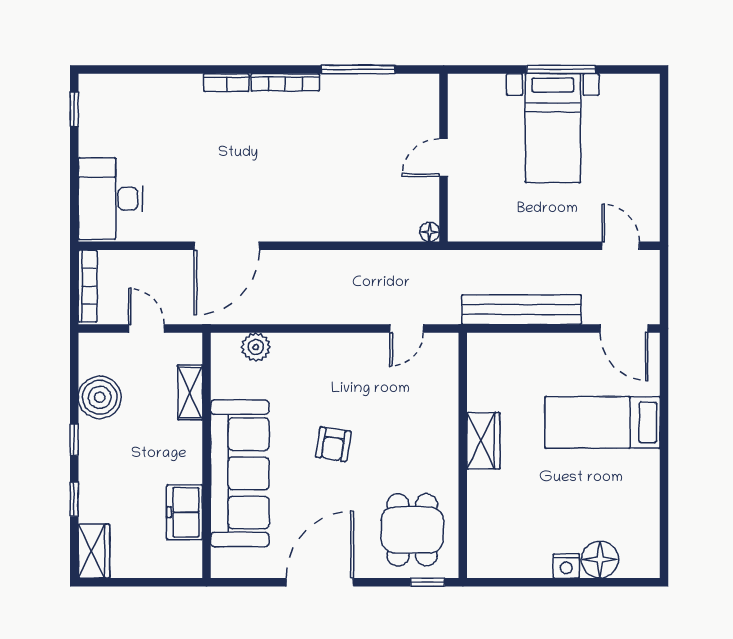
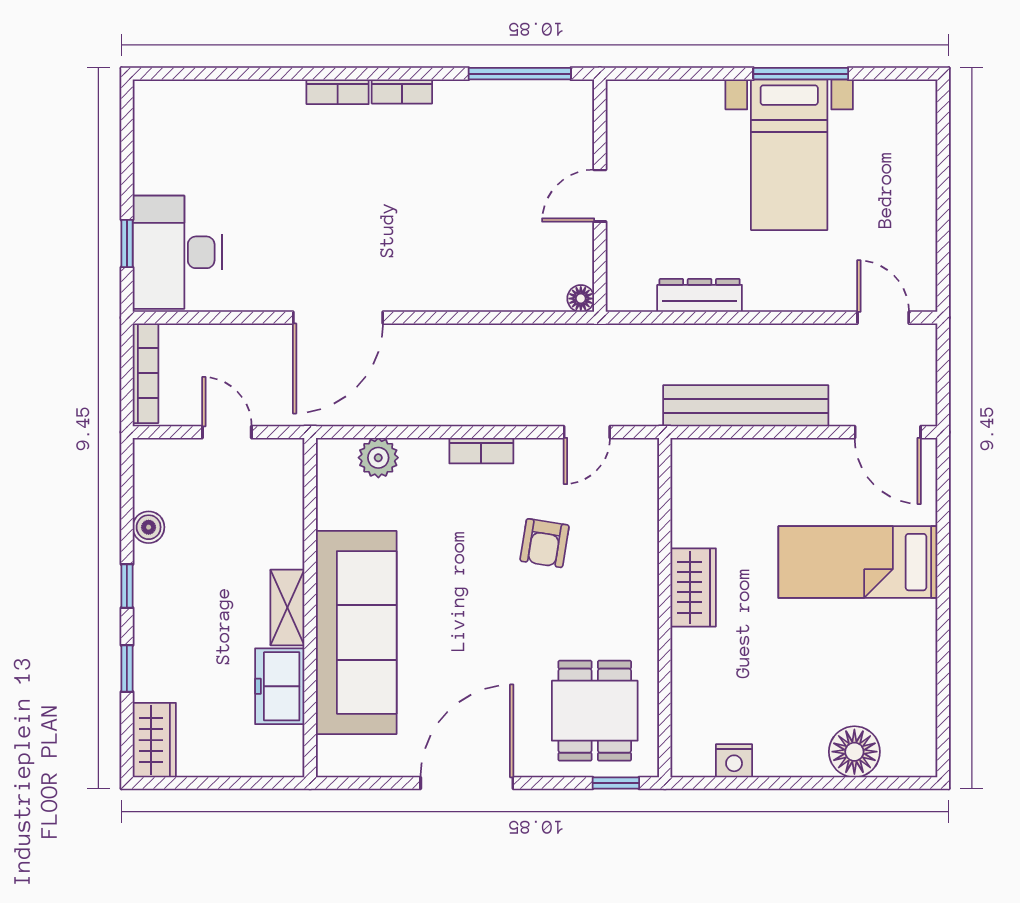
bookcase: (285, 82) -> (402, 91), width x0.64
window: (74, 109) -> (127, 243), moved
door: (444, 158) -> (600, 196), moved
wall: (444, 158) -> (600, 196), moved
dresser: (488, 230) -> (700, 295), added
floor lamp: (430, 232) -> (581, 299), moved
bookcase: (330, 342) -> (481, 451), added
shelving: (190, 392) -> (287, 607), moved
boiler: (100, 397) -> (149, 527), width x0.54, depth x0.54
armchair: (333, 444) -> (545, 543), moved
nightstand: (566, 566) -> (734, 761), moved

